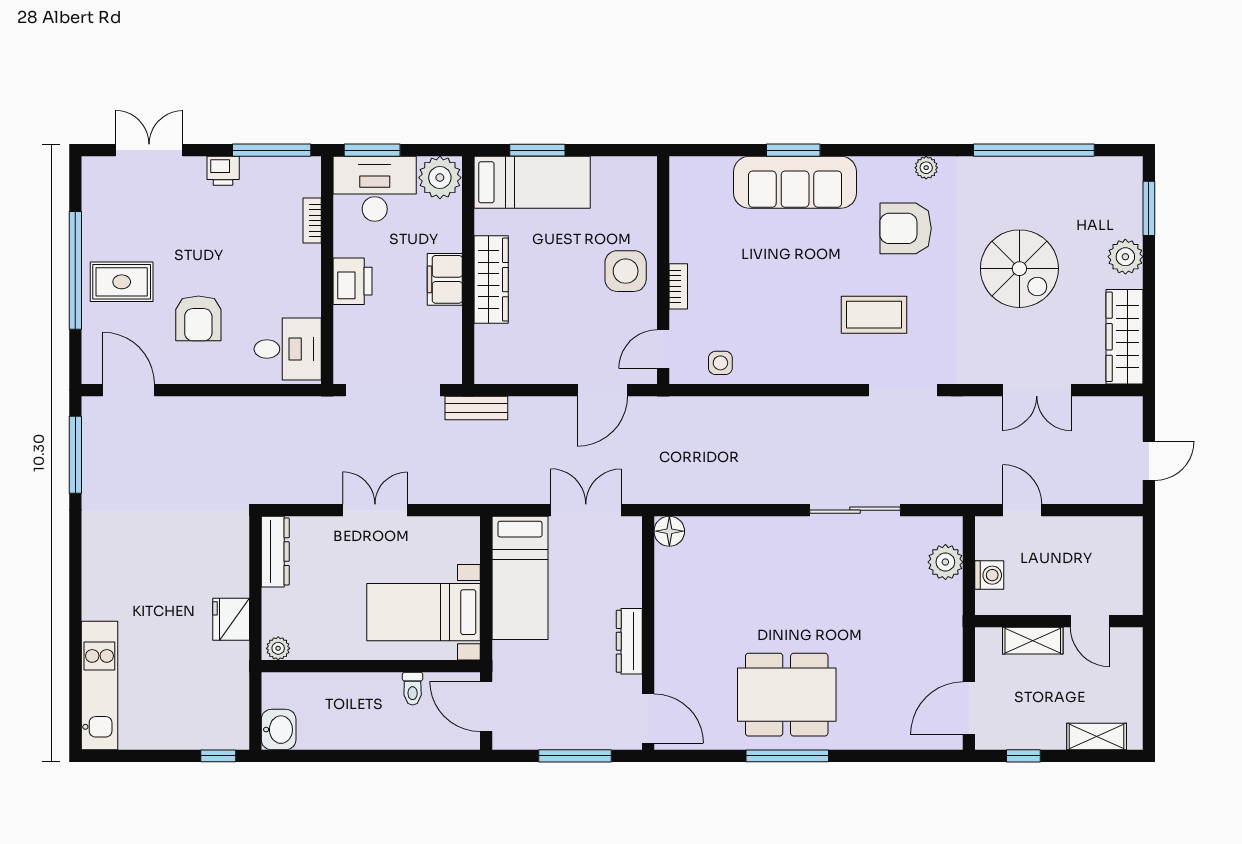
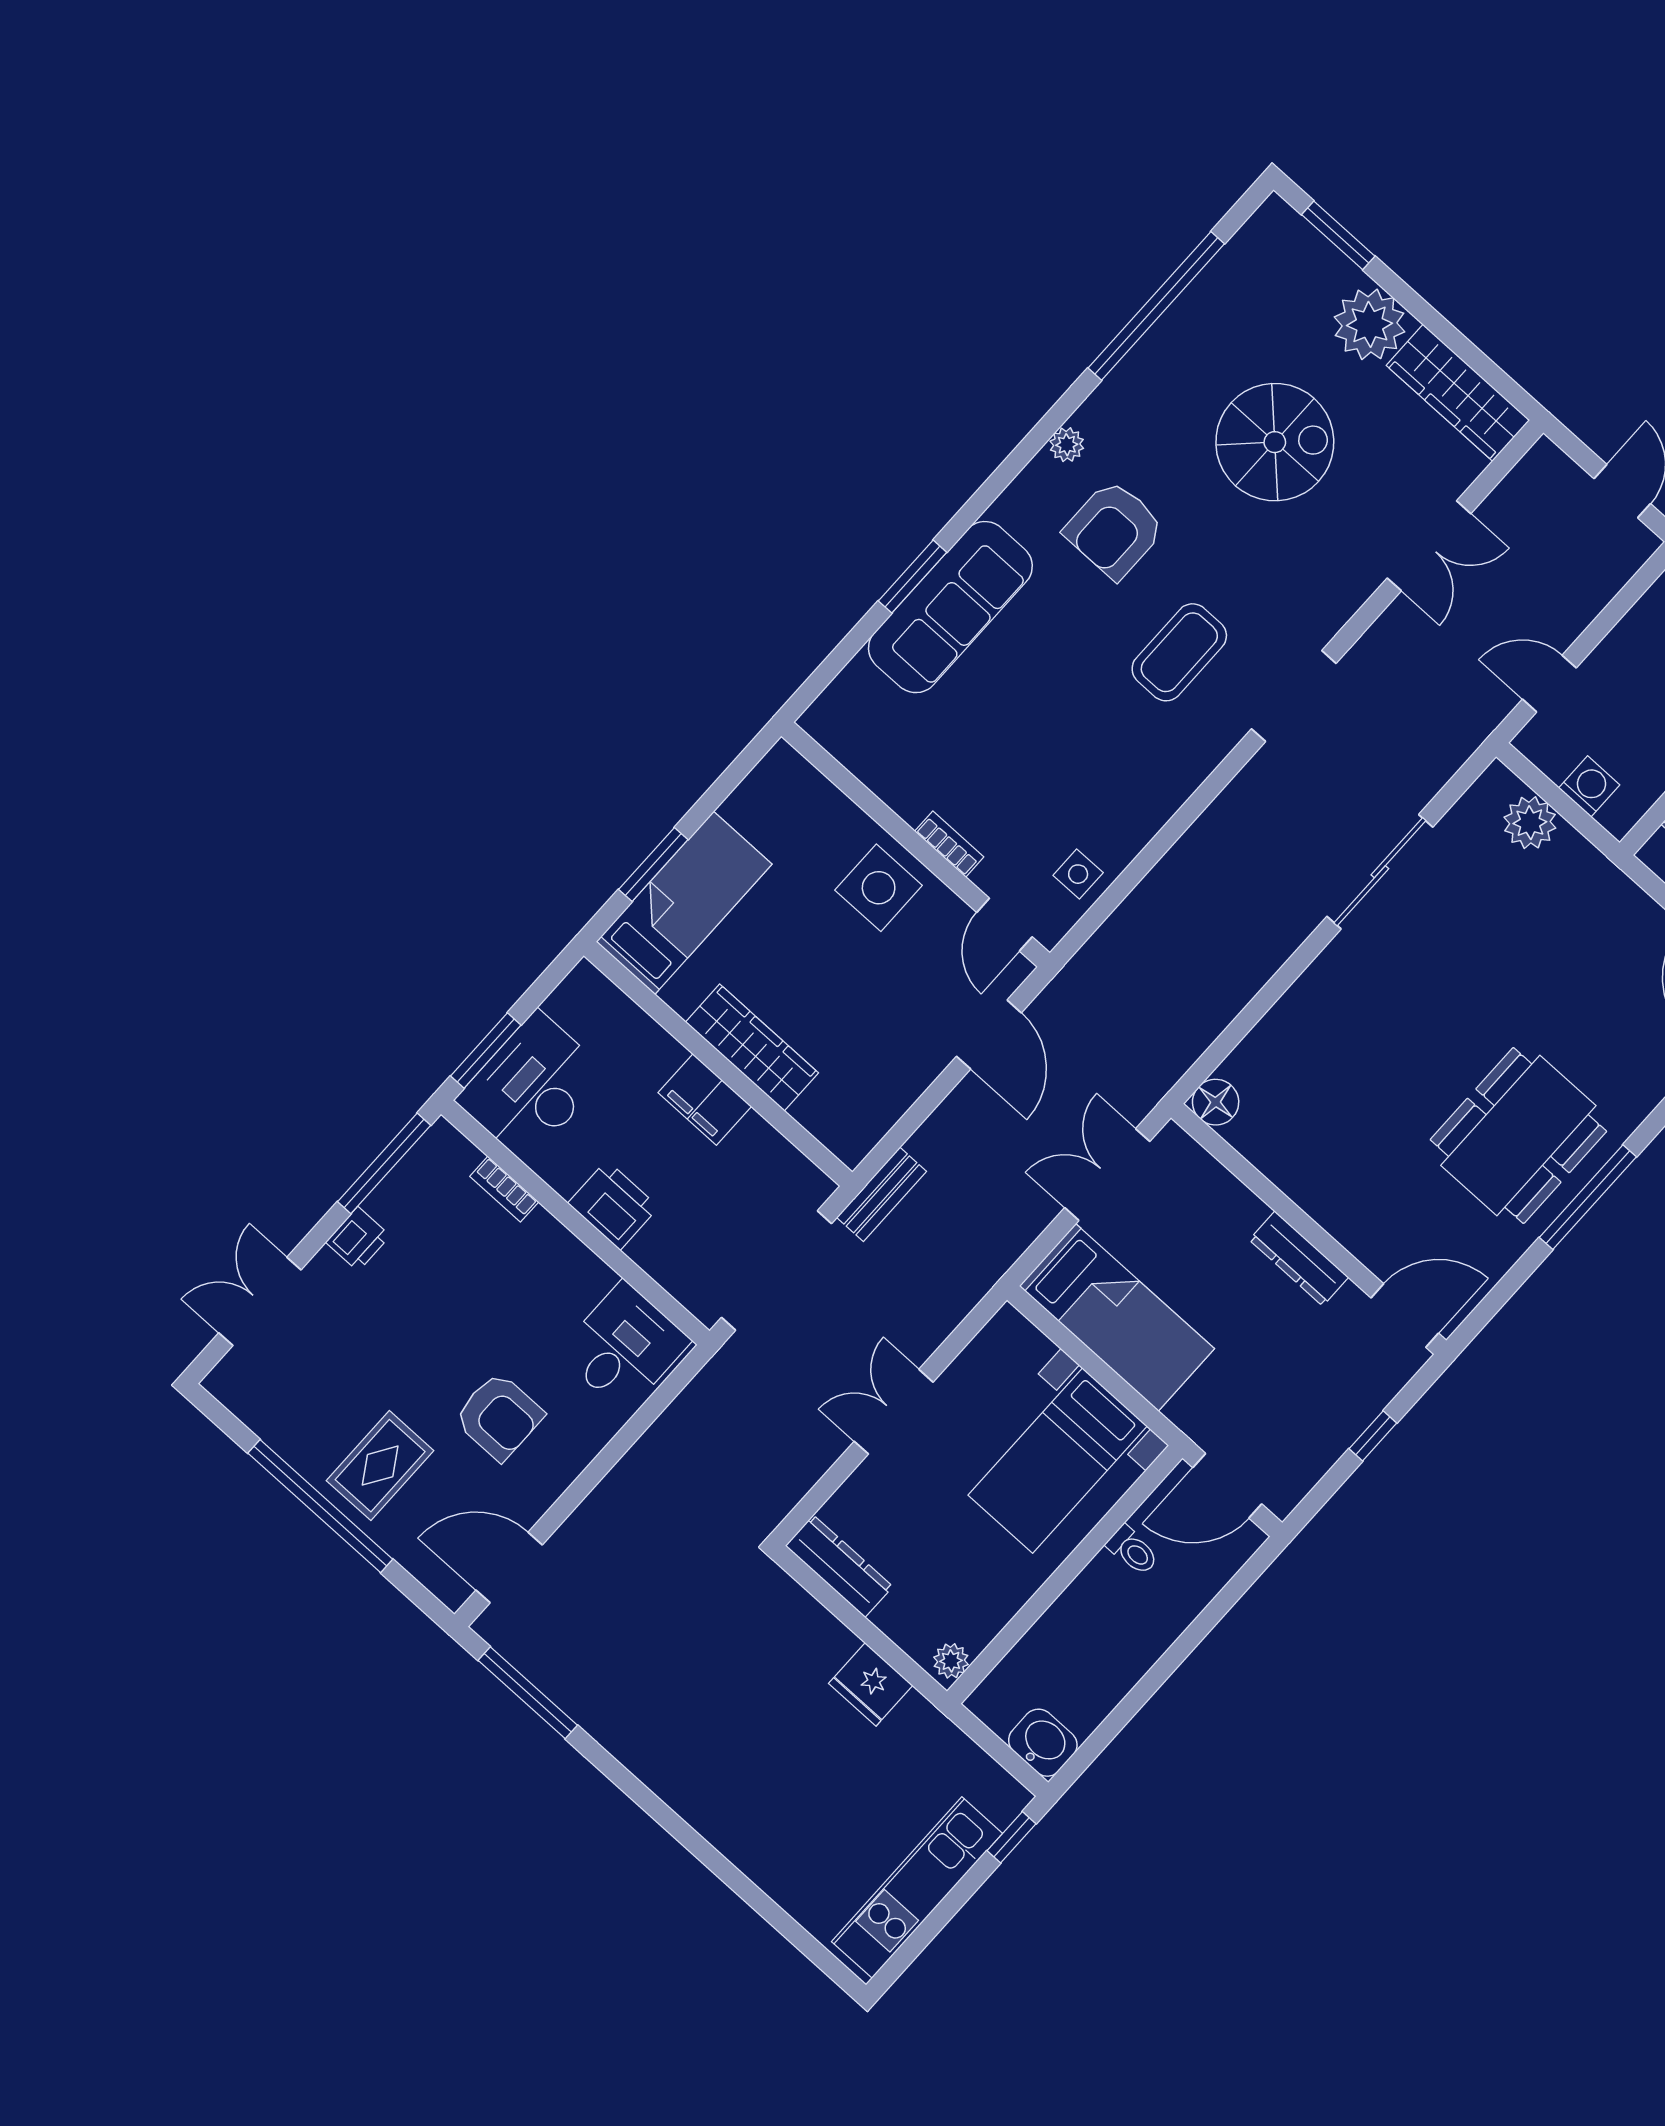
plant: (440, 178) -> (585, 1002), removed
plant: (1125, 257) -> (1369, 324), width x1.36, depth x1.36
kitchen unit: (99, 686) -> (917, 1888), moved, turned -90
window: (575, 756) -> (1373, 1436), width x0.46

